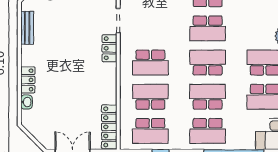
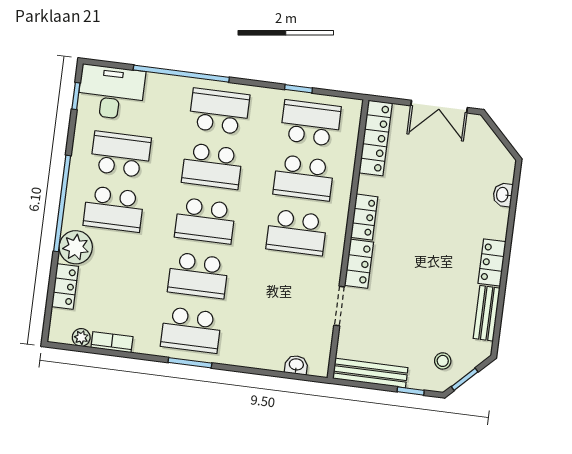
school desk: (208, 28) -> (198, 275), turned 180
school desk: (150, 63) -> (297, 232), turned 180
locker: (110, 77) -> (364, 217), added
locker: (28, 80) -> (492, 262), moved

